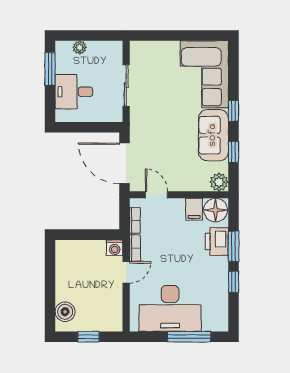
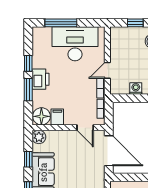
printer: (217, 242) -> (40, 79), moved
washing machine: (115, 248) -> (136, 88), moved

